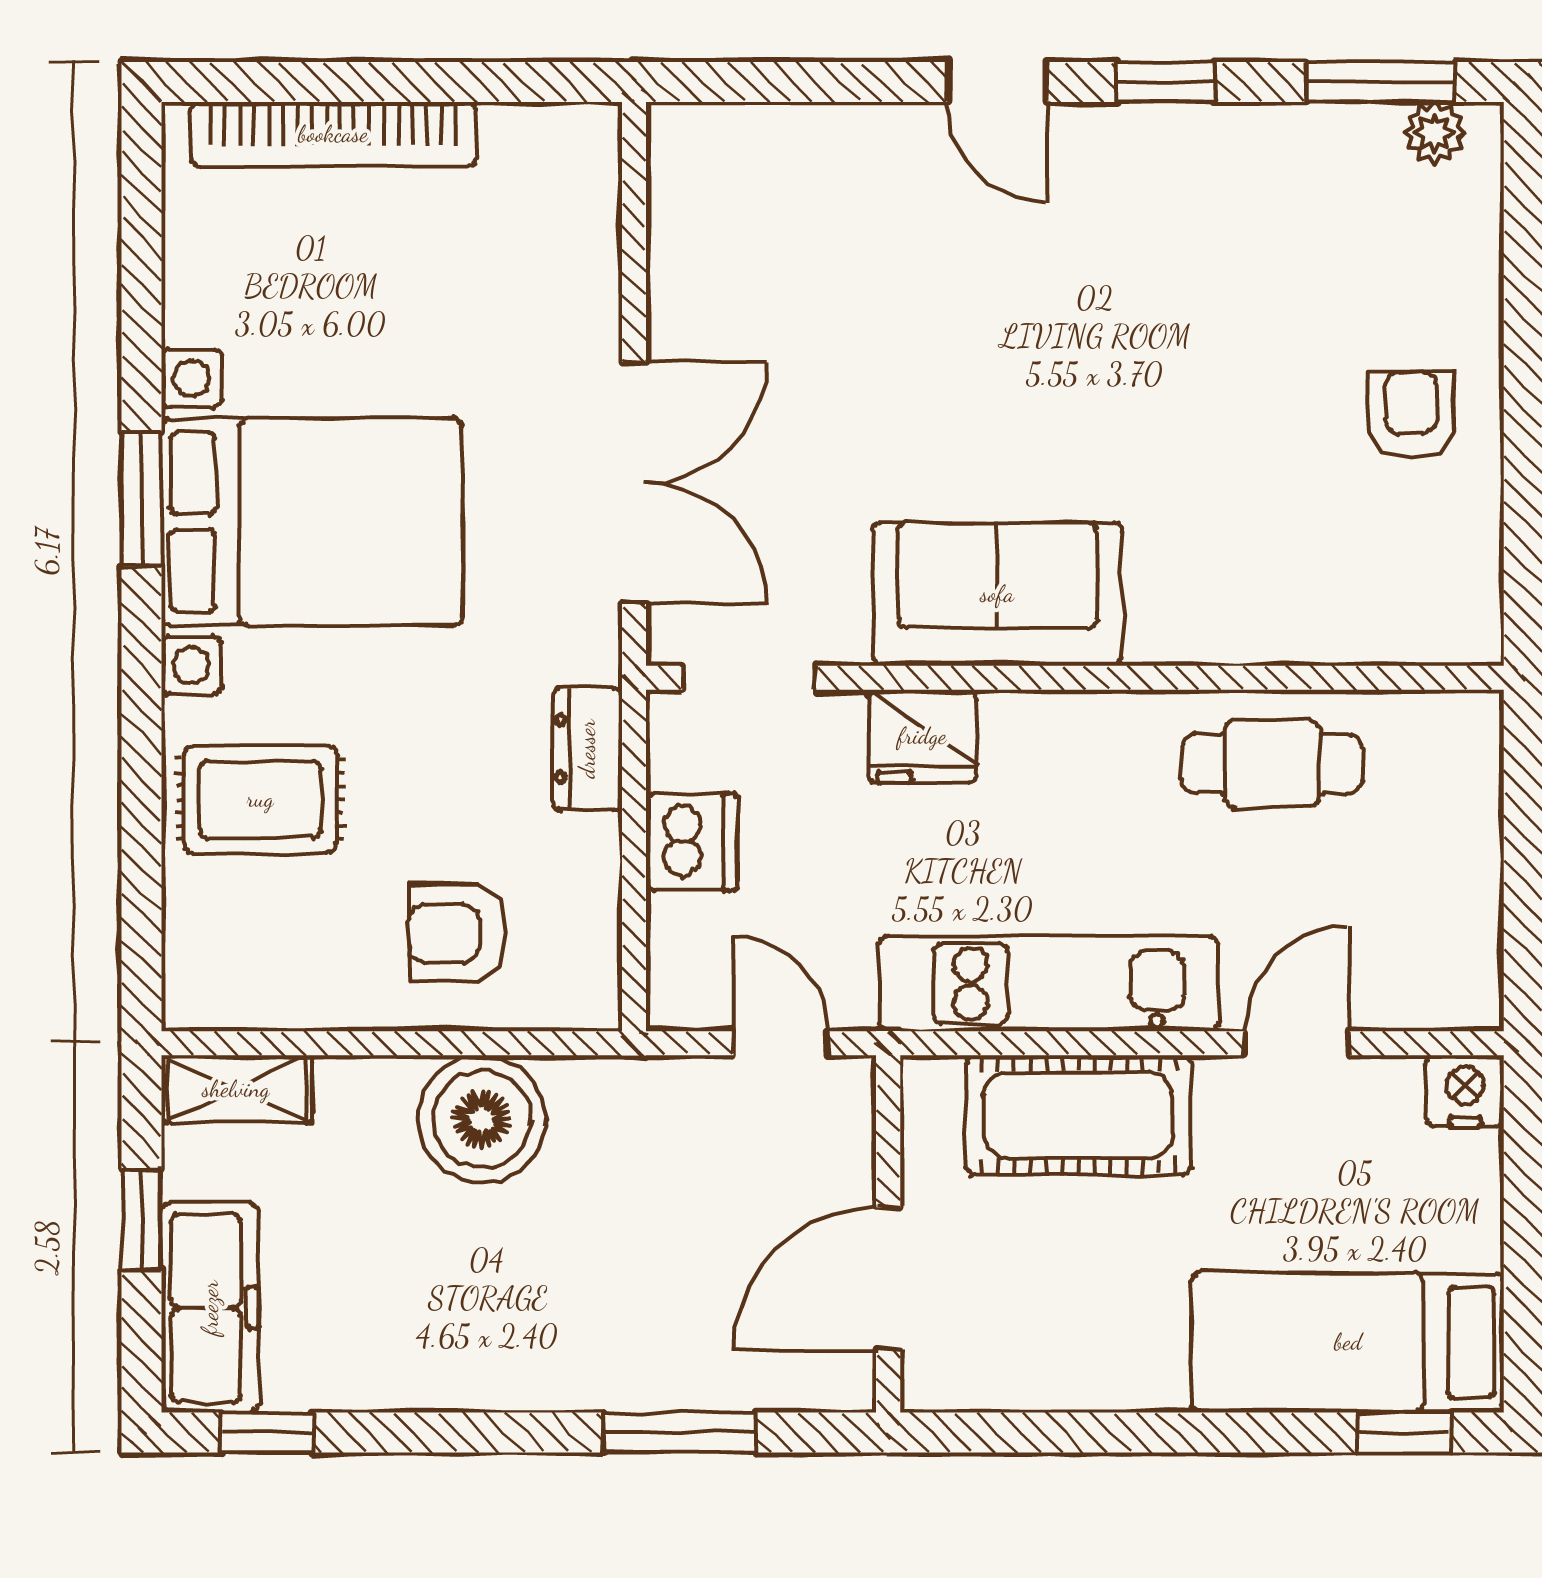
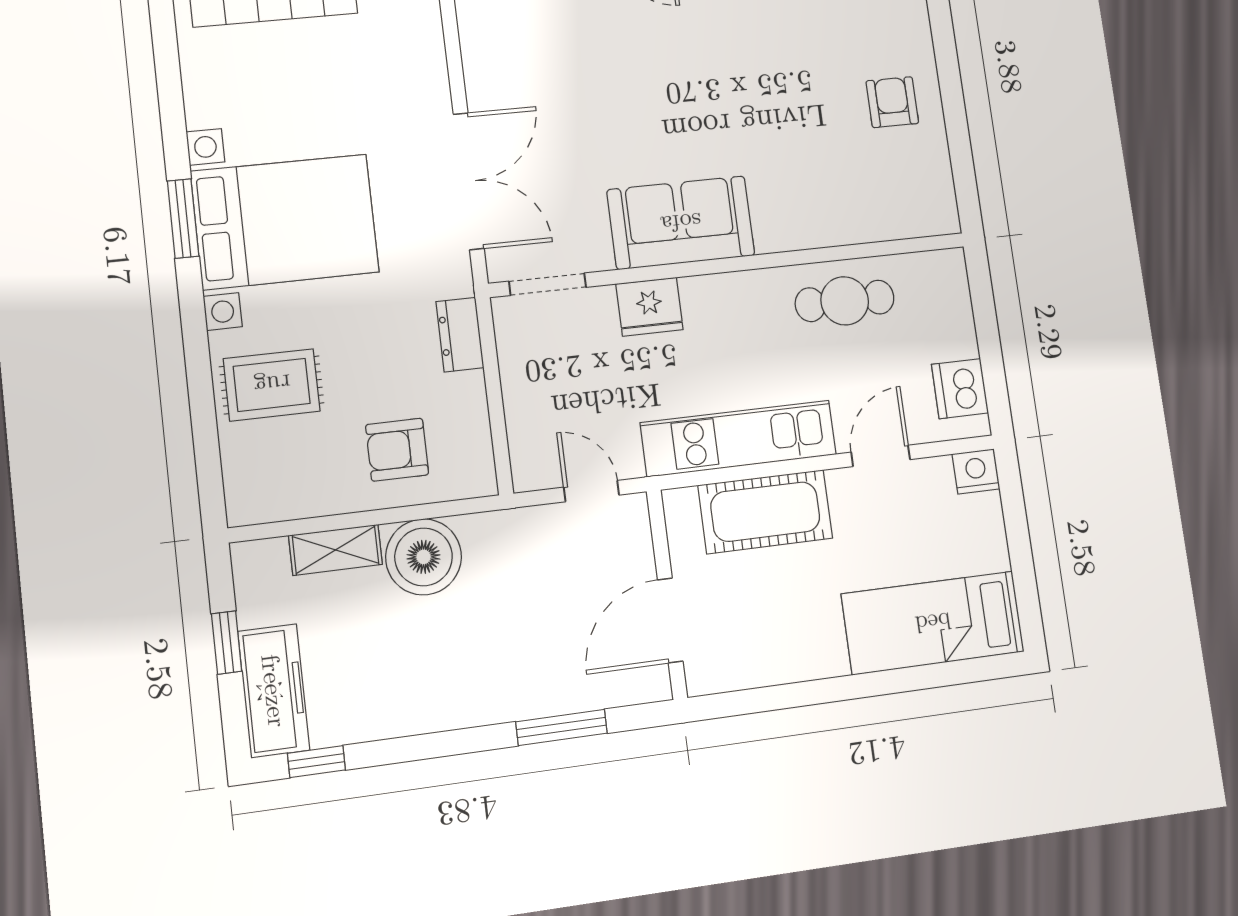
dishwasher: (692, 842) -> (960, 389), moved, turned 180
shelving: (236, 1089) -> (335, 550), moved
window: (1404, 1432) -> (971, 670), removed

